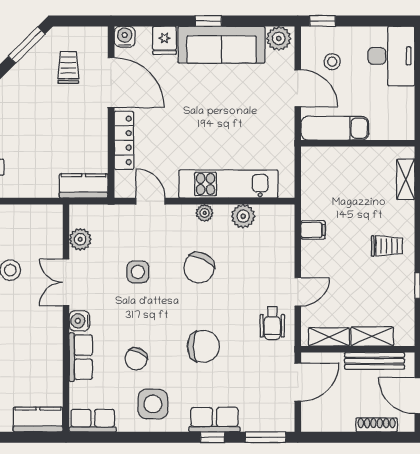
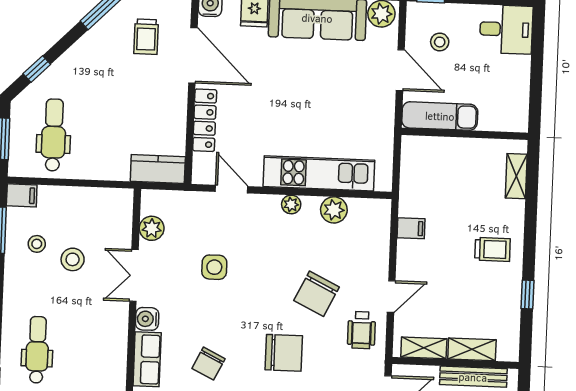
desk: (391, 56) -> (506, 29), width x0.73
trolley: (68, 67) -> (146, 37), turned 180
chair: (199, 268) -> (316, 294), moved

